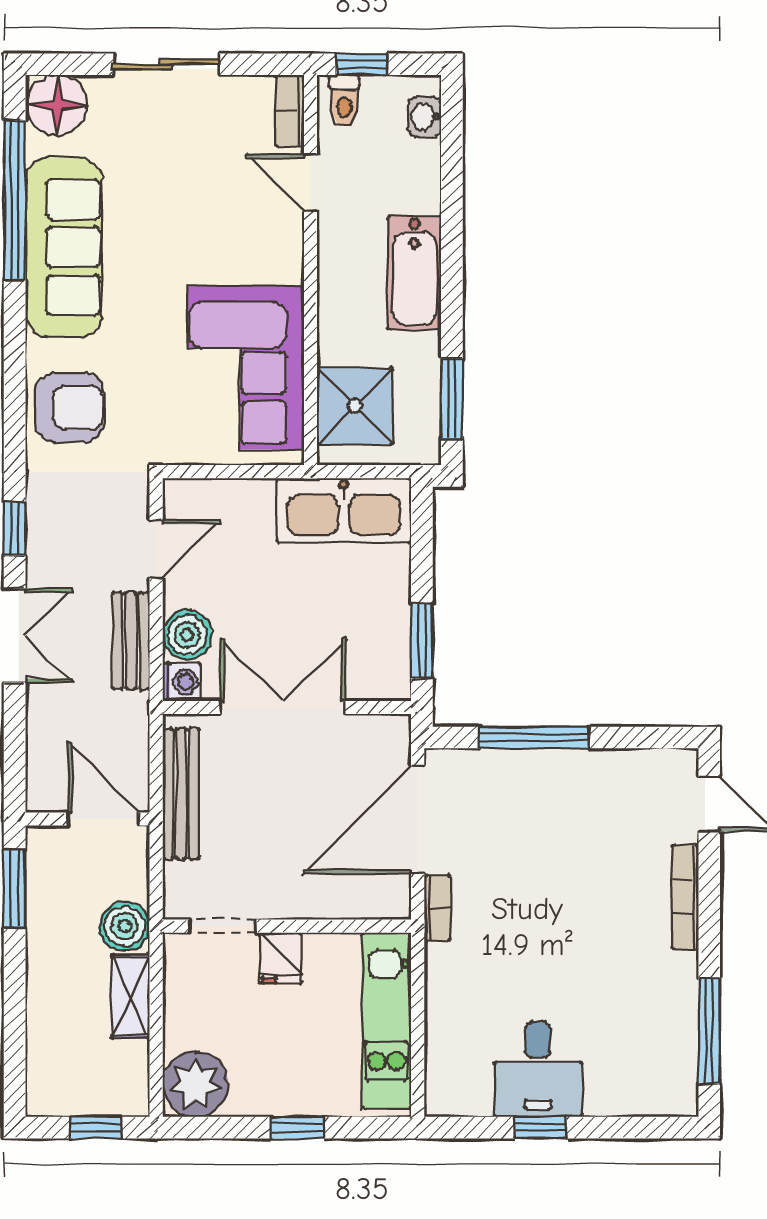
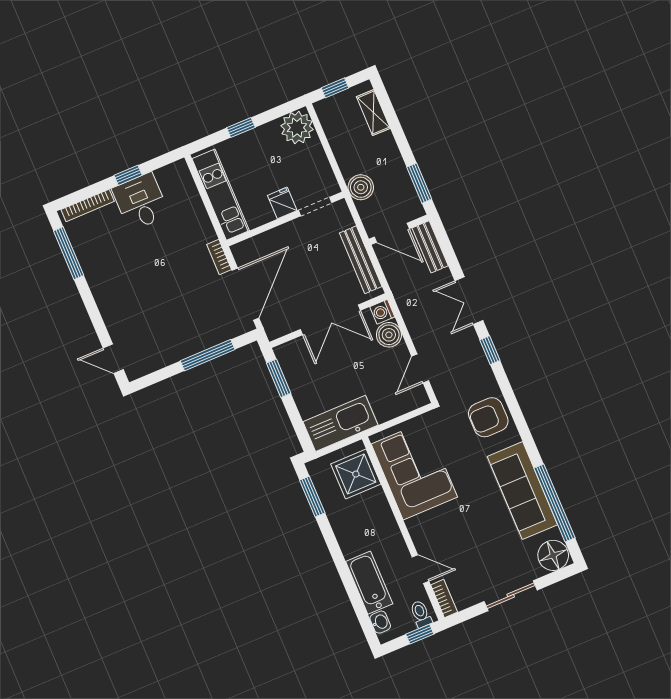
bathtub: (414, 273) -> (369, 583), moved
bench: (131, 641) -> (430, 247), moved
bookcase: (685, 897) -> (88, 205), moved, turned 90
shelving: (131, 996) -> (373, 113), moved

